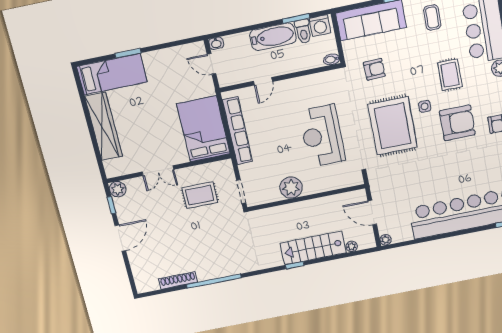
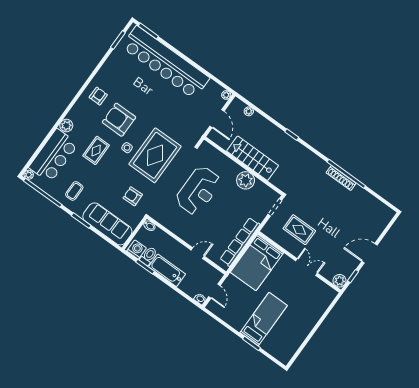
bed: (112, 74) -> (264, 319), moved, turned 90
wardrobe: (104, 126) -> (308, 321), removed
stairs: (313, 248) -> (252, 158), moved, turned 180
shoe rack: (178, 280) -> (341, 178), moved

